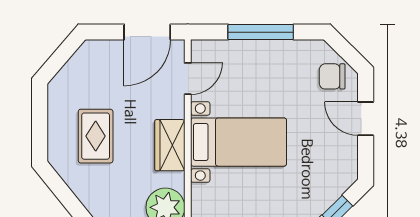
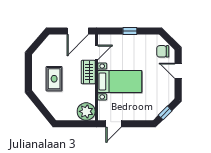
window: (261, 32) -> (130, 31), width x0.46
wardrobe: (170, 145) -> (88, 72), moved

